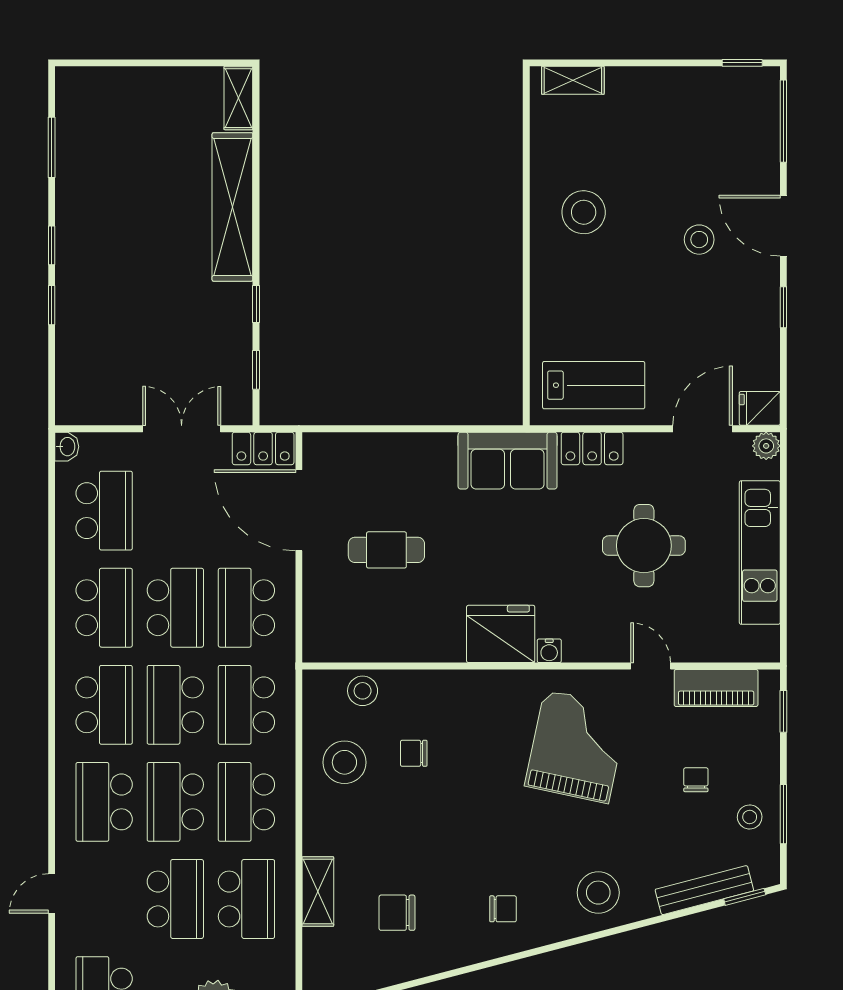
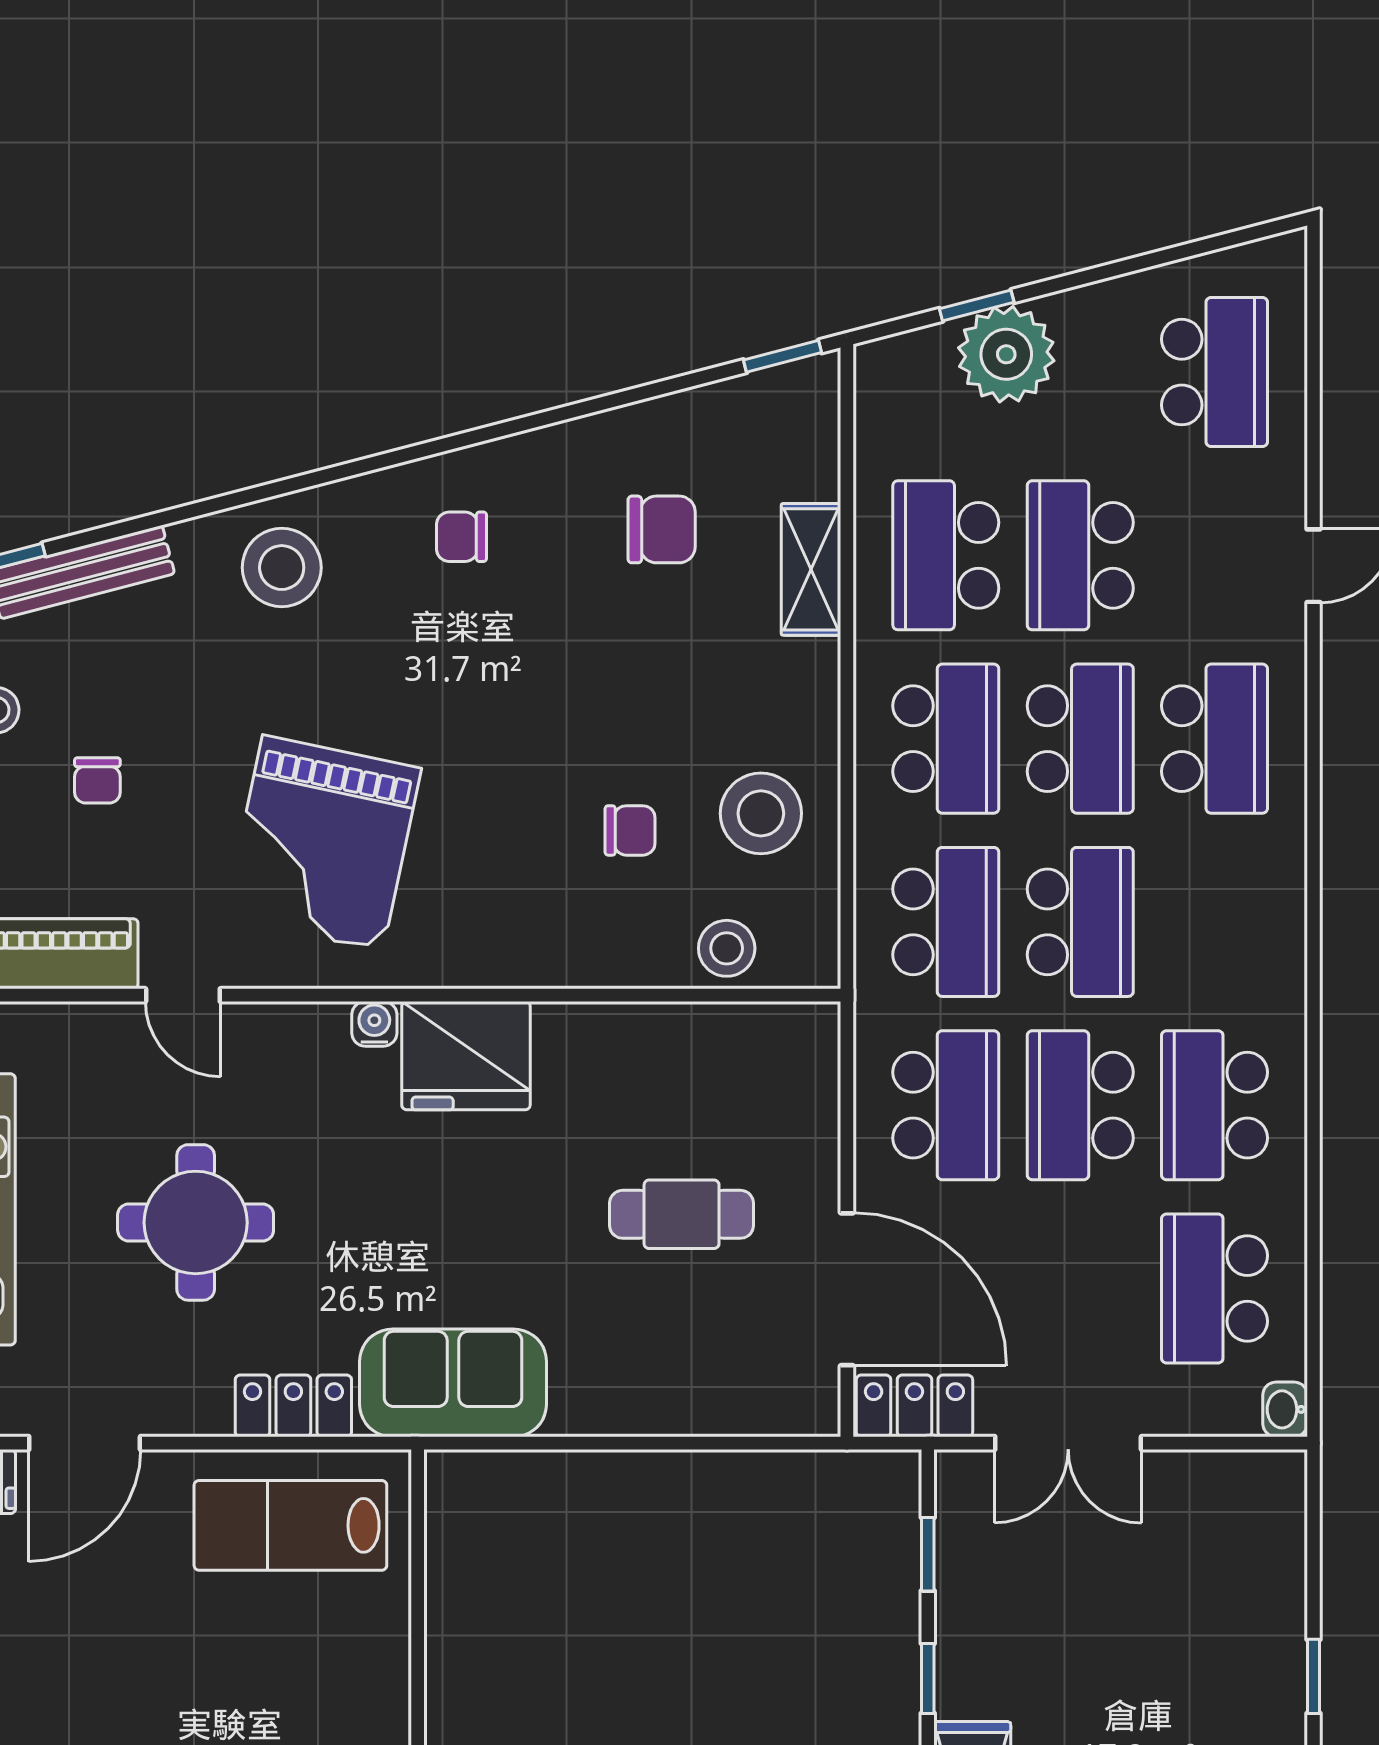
school desk: (104, 705) -> (1215, 922), removed

